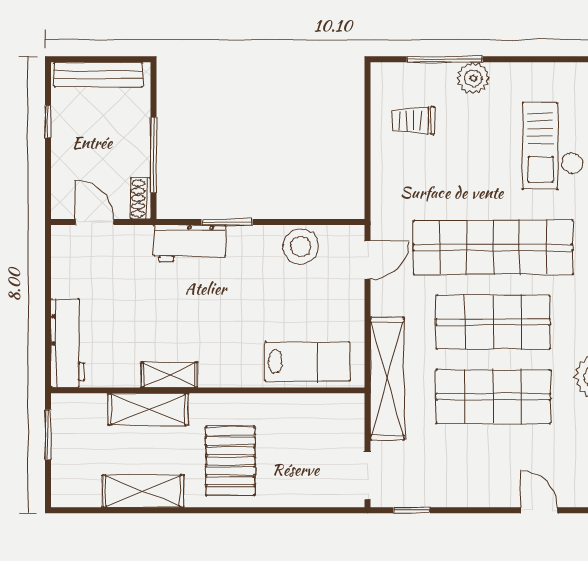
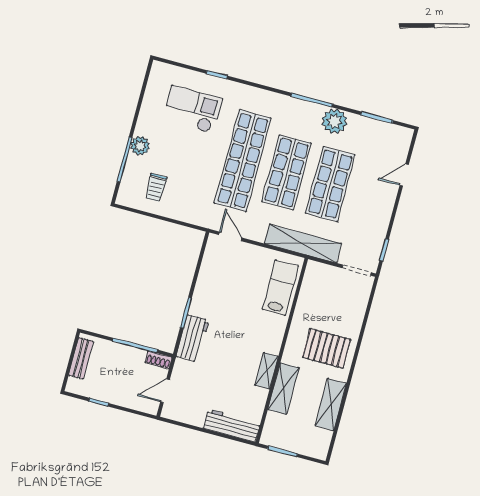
bench: (98, 74) -> (81, 358), width x0.73
checkout: (553, 146) -> (192, 110), turned 180
stool: (301, 246) -> (212, 273), removed

